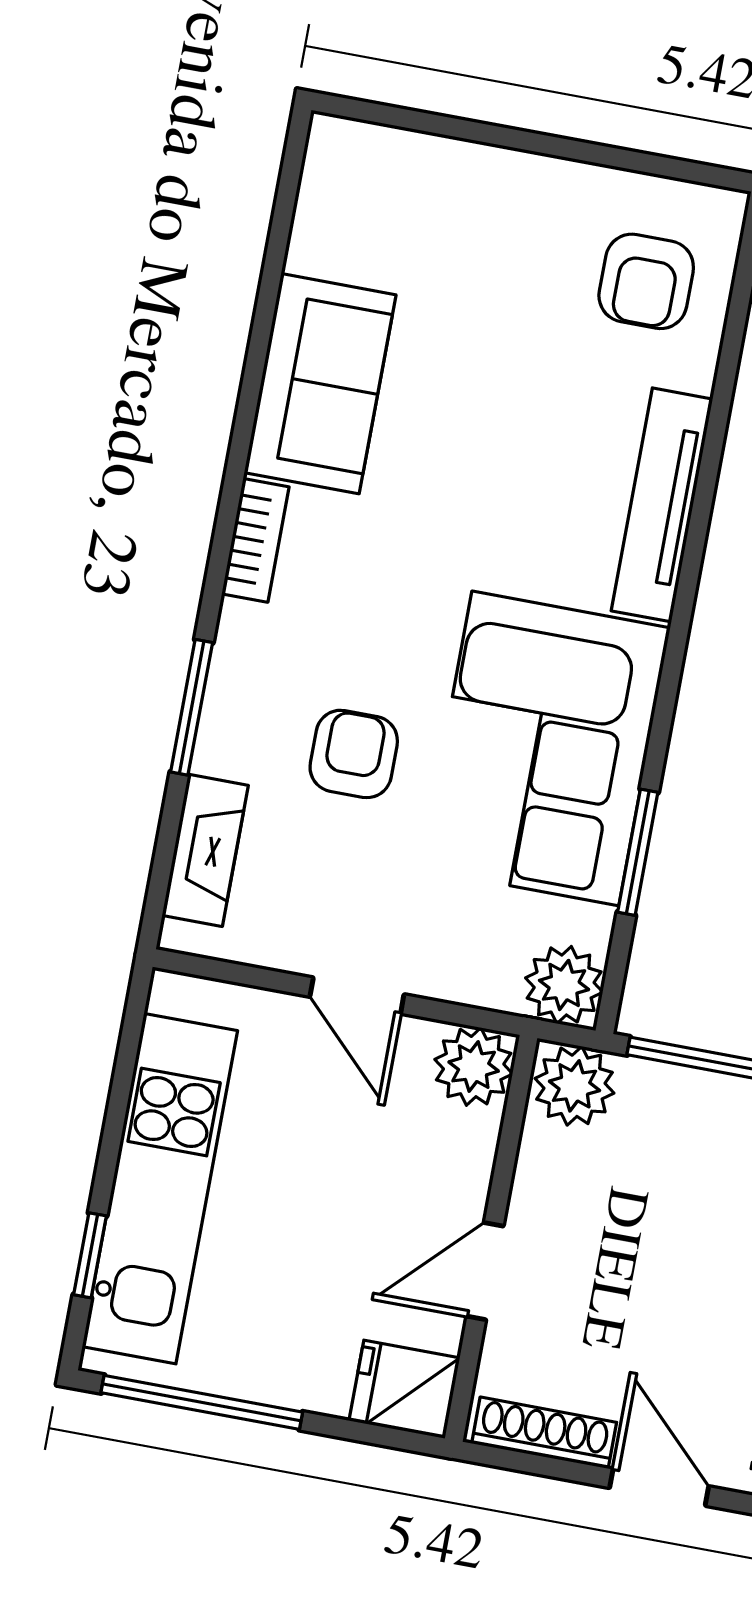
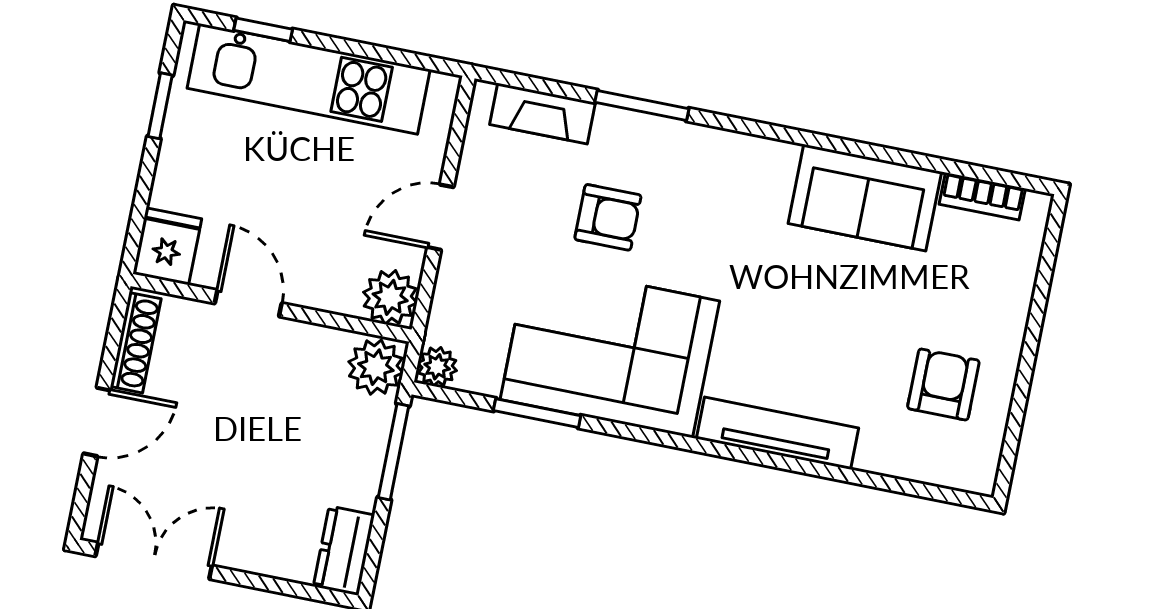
armchair: (646, 281) -> (943, 384), moved, turned 90
bookcase: (255, 540) -> (982, 196), moved
plant: (564, 985) -> (437, 367), width x0.73, depth x0.73
window: (202, 1402) -> (160, 106), width x0.46

